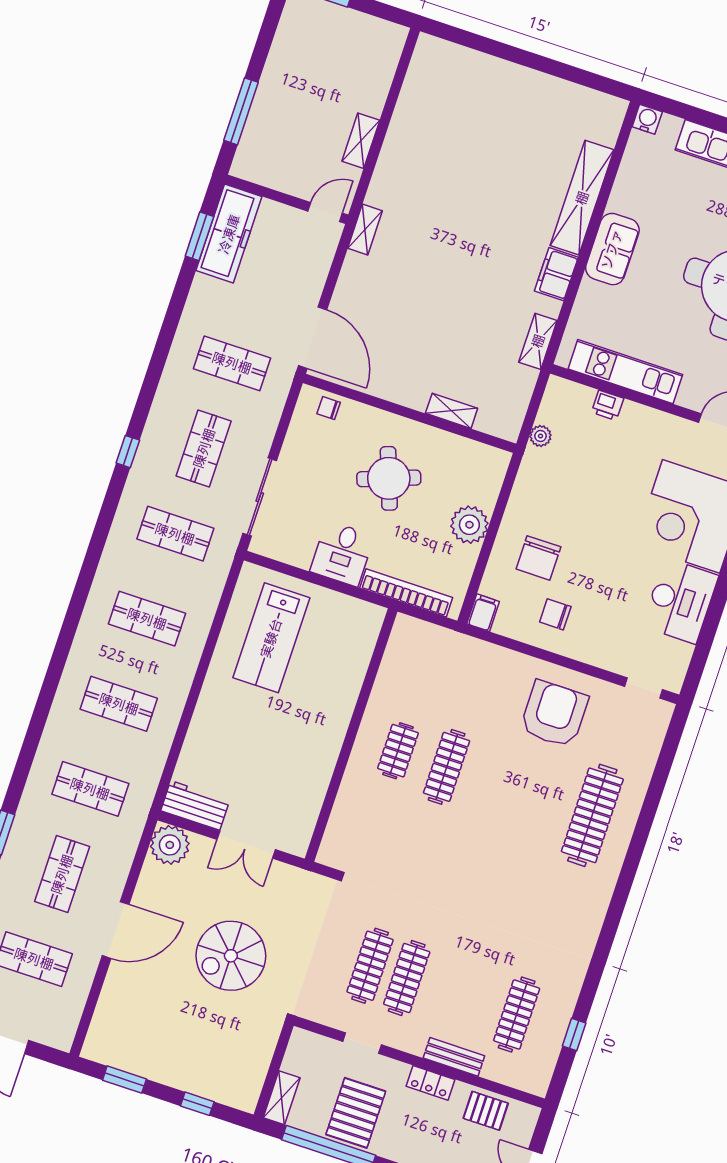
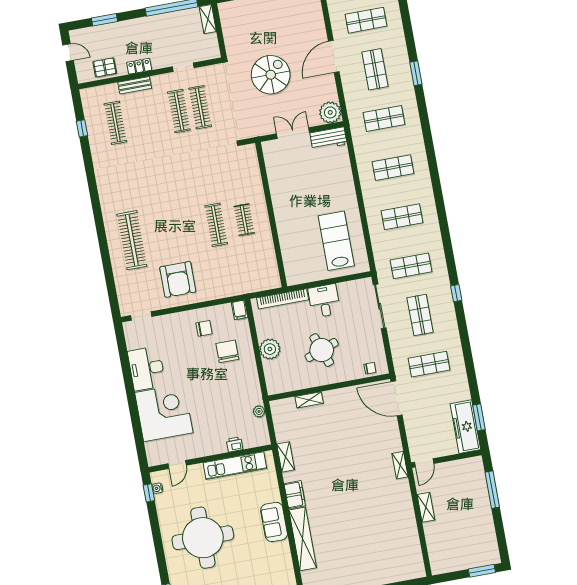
pallet: (356, 1113) -> (168, 32), removed

